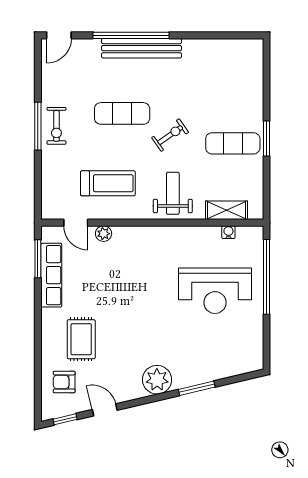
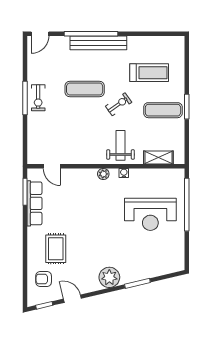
treadmill: (108, 183) -> (149, 73), moved
water cooler: (228, 232) -> (124, 173), moved
plant: (104, 234) -> (103, 174), moved

